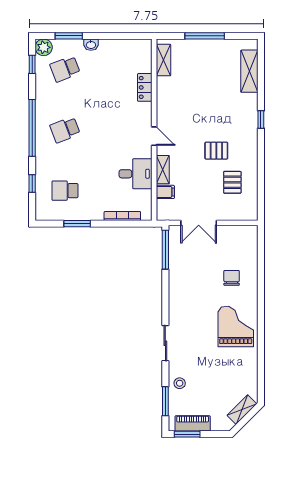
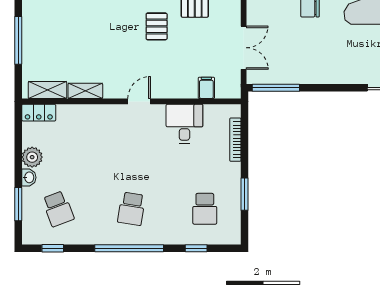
plant: (44, 47) -> (32, 157), moved
locker: (145, 87) -> (39, 113), moved
school desk: (65, 130) -> (131, 209), turned 30
shelving: (163, 170) -> (85, 91), moved

